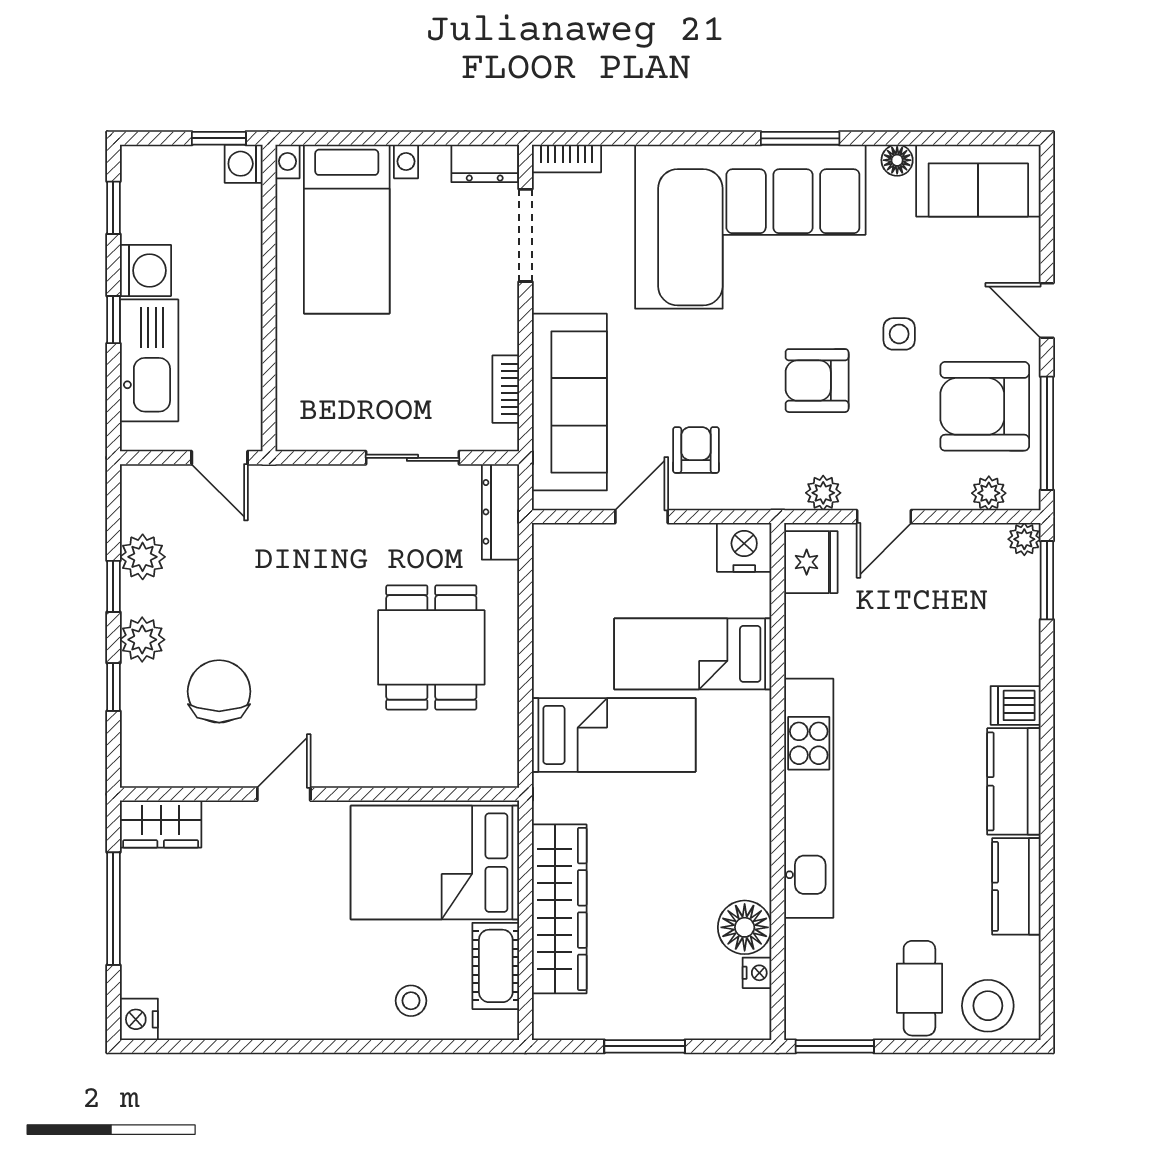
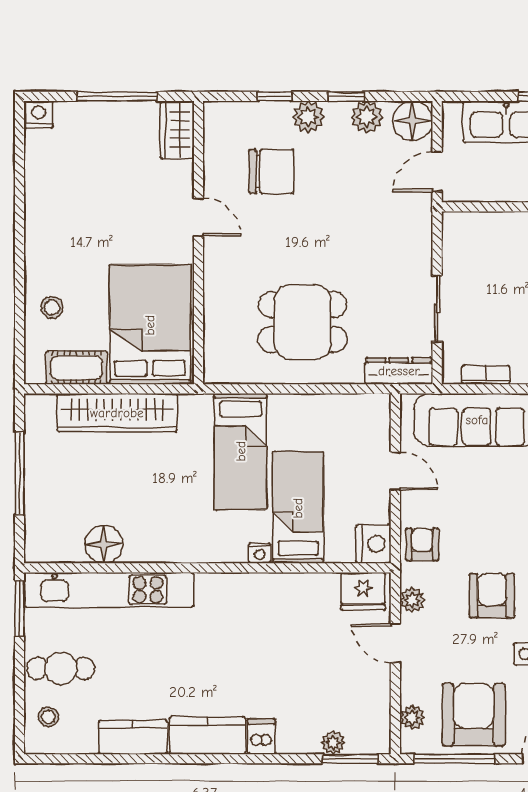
armchair: (696, 450) -> (422, 544), moved, turned -90
floor lamp: (148, 492) -> (413, 121), added
plant: (1024, 539) -> (333, 743), moved
kitchen unit: (809, 798) -> (109, 590), moved
nightstand: (757, 973) -> (260, 553), moved
stool: (988, 1006) -> (48, 717), width x0.53, depth x0.53
window: (645, 1046) -> (20, 473), width x1.44

